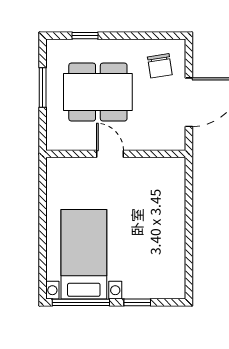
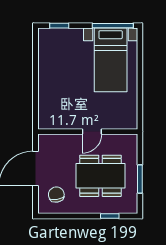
door: (110, 154) -> (92, 132), hinge flipped
window: (137, 302) -> (59, 26), moved

